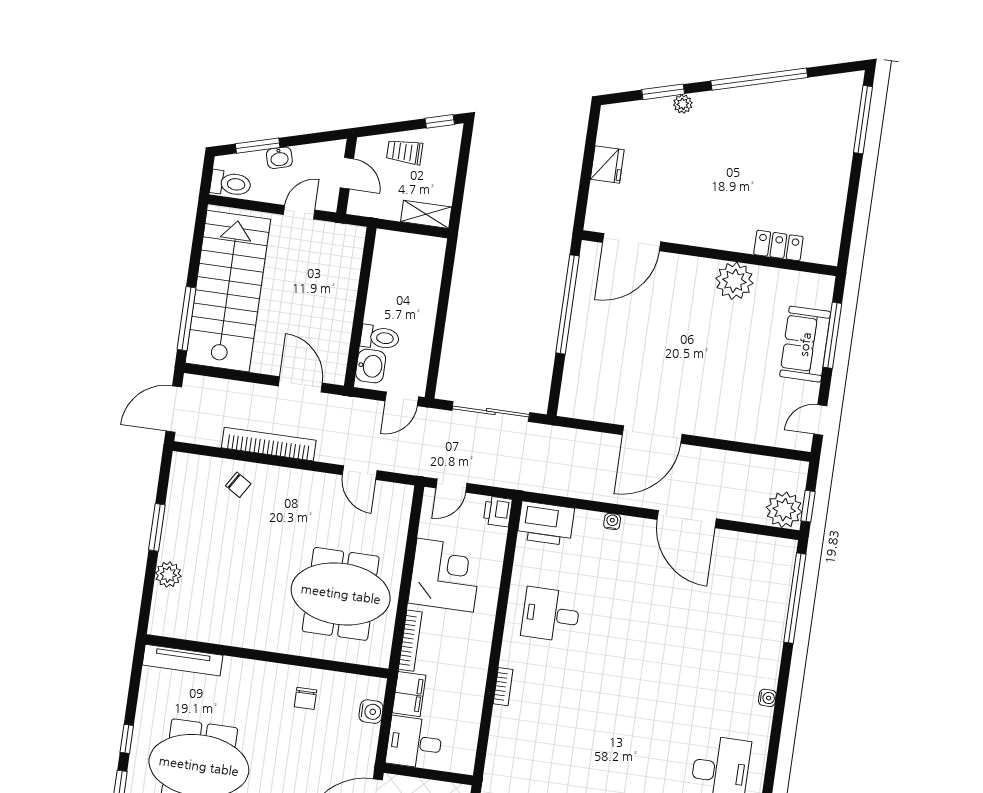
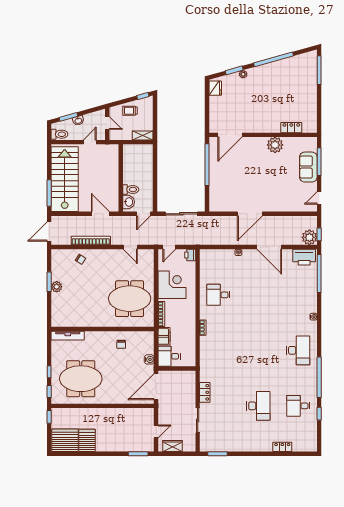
fridge: (607, 165) -> (215, 88), moved
printer: (546, 523) -> (304, 257), moved
plant: (168, 575) -> (57, 287), moved
water cooler: (371, 712) -> (149, 359), moved

